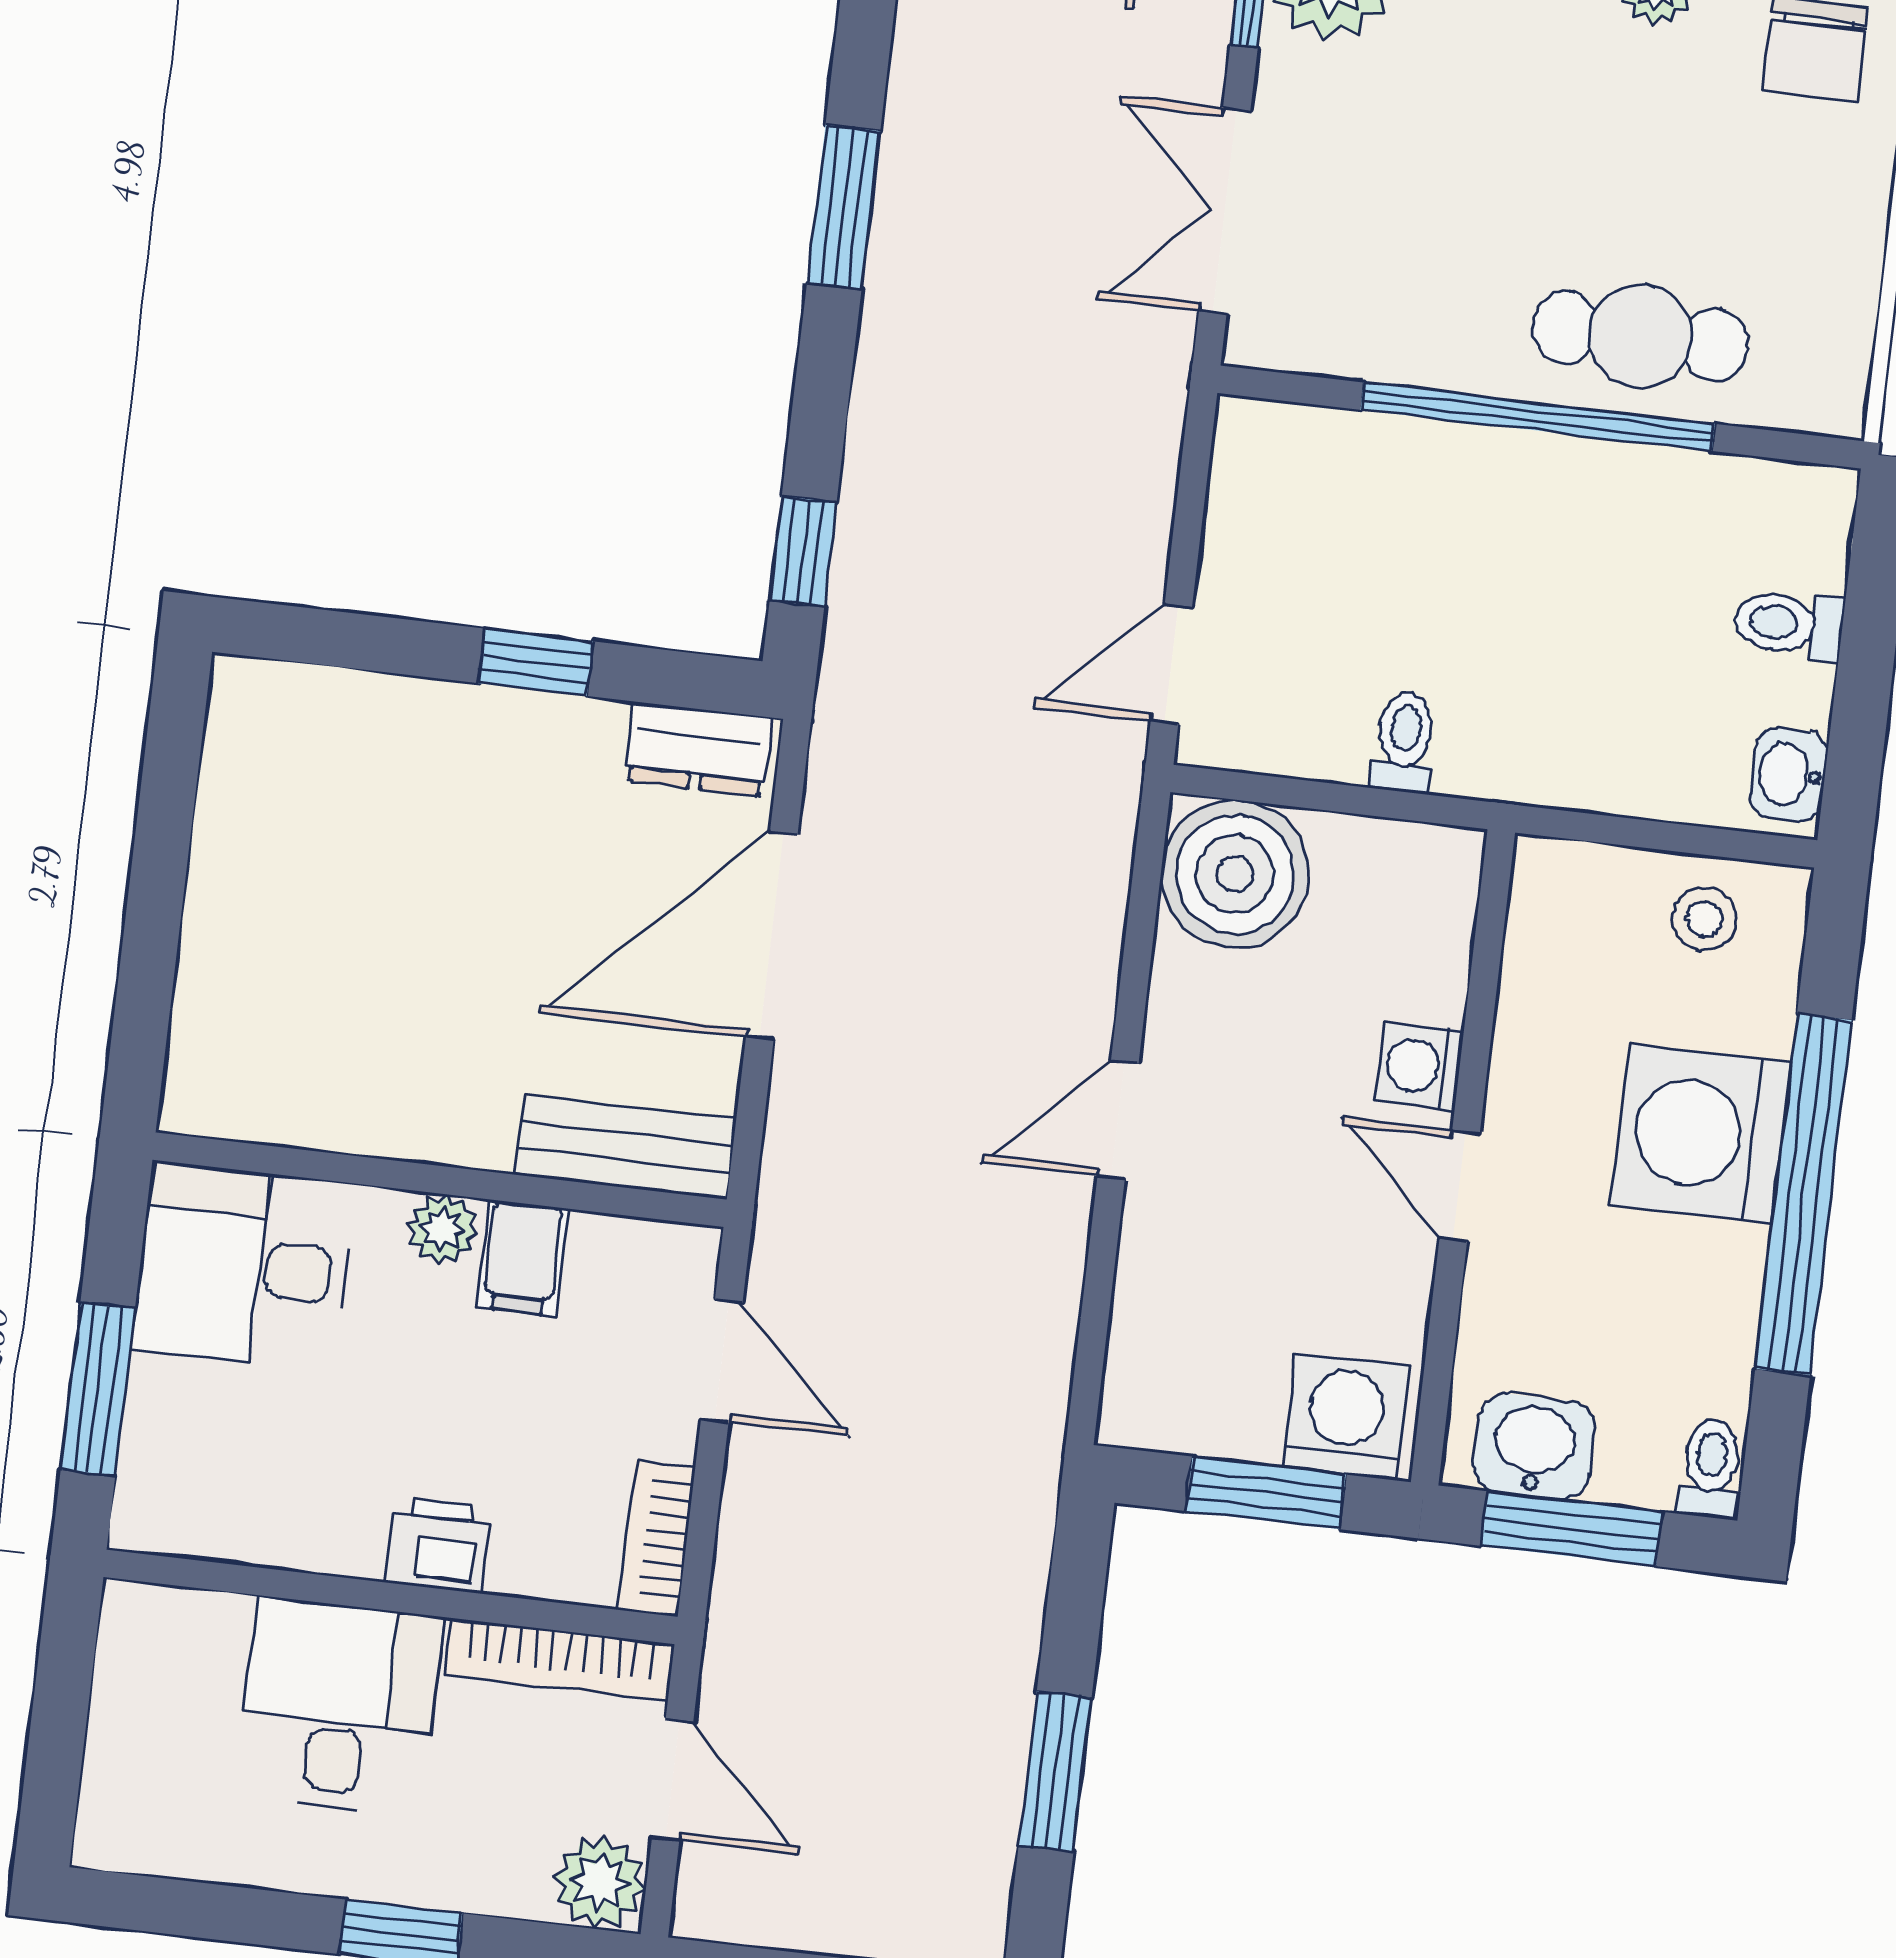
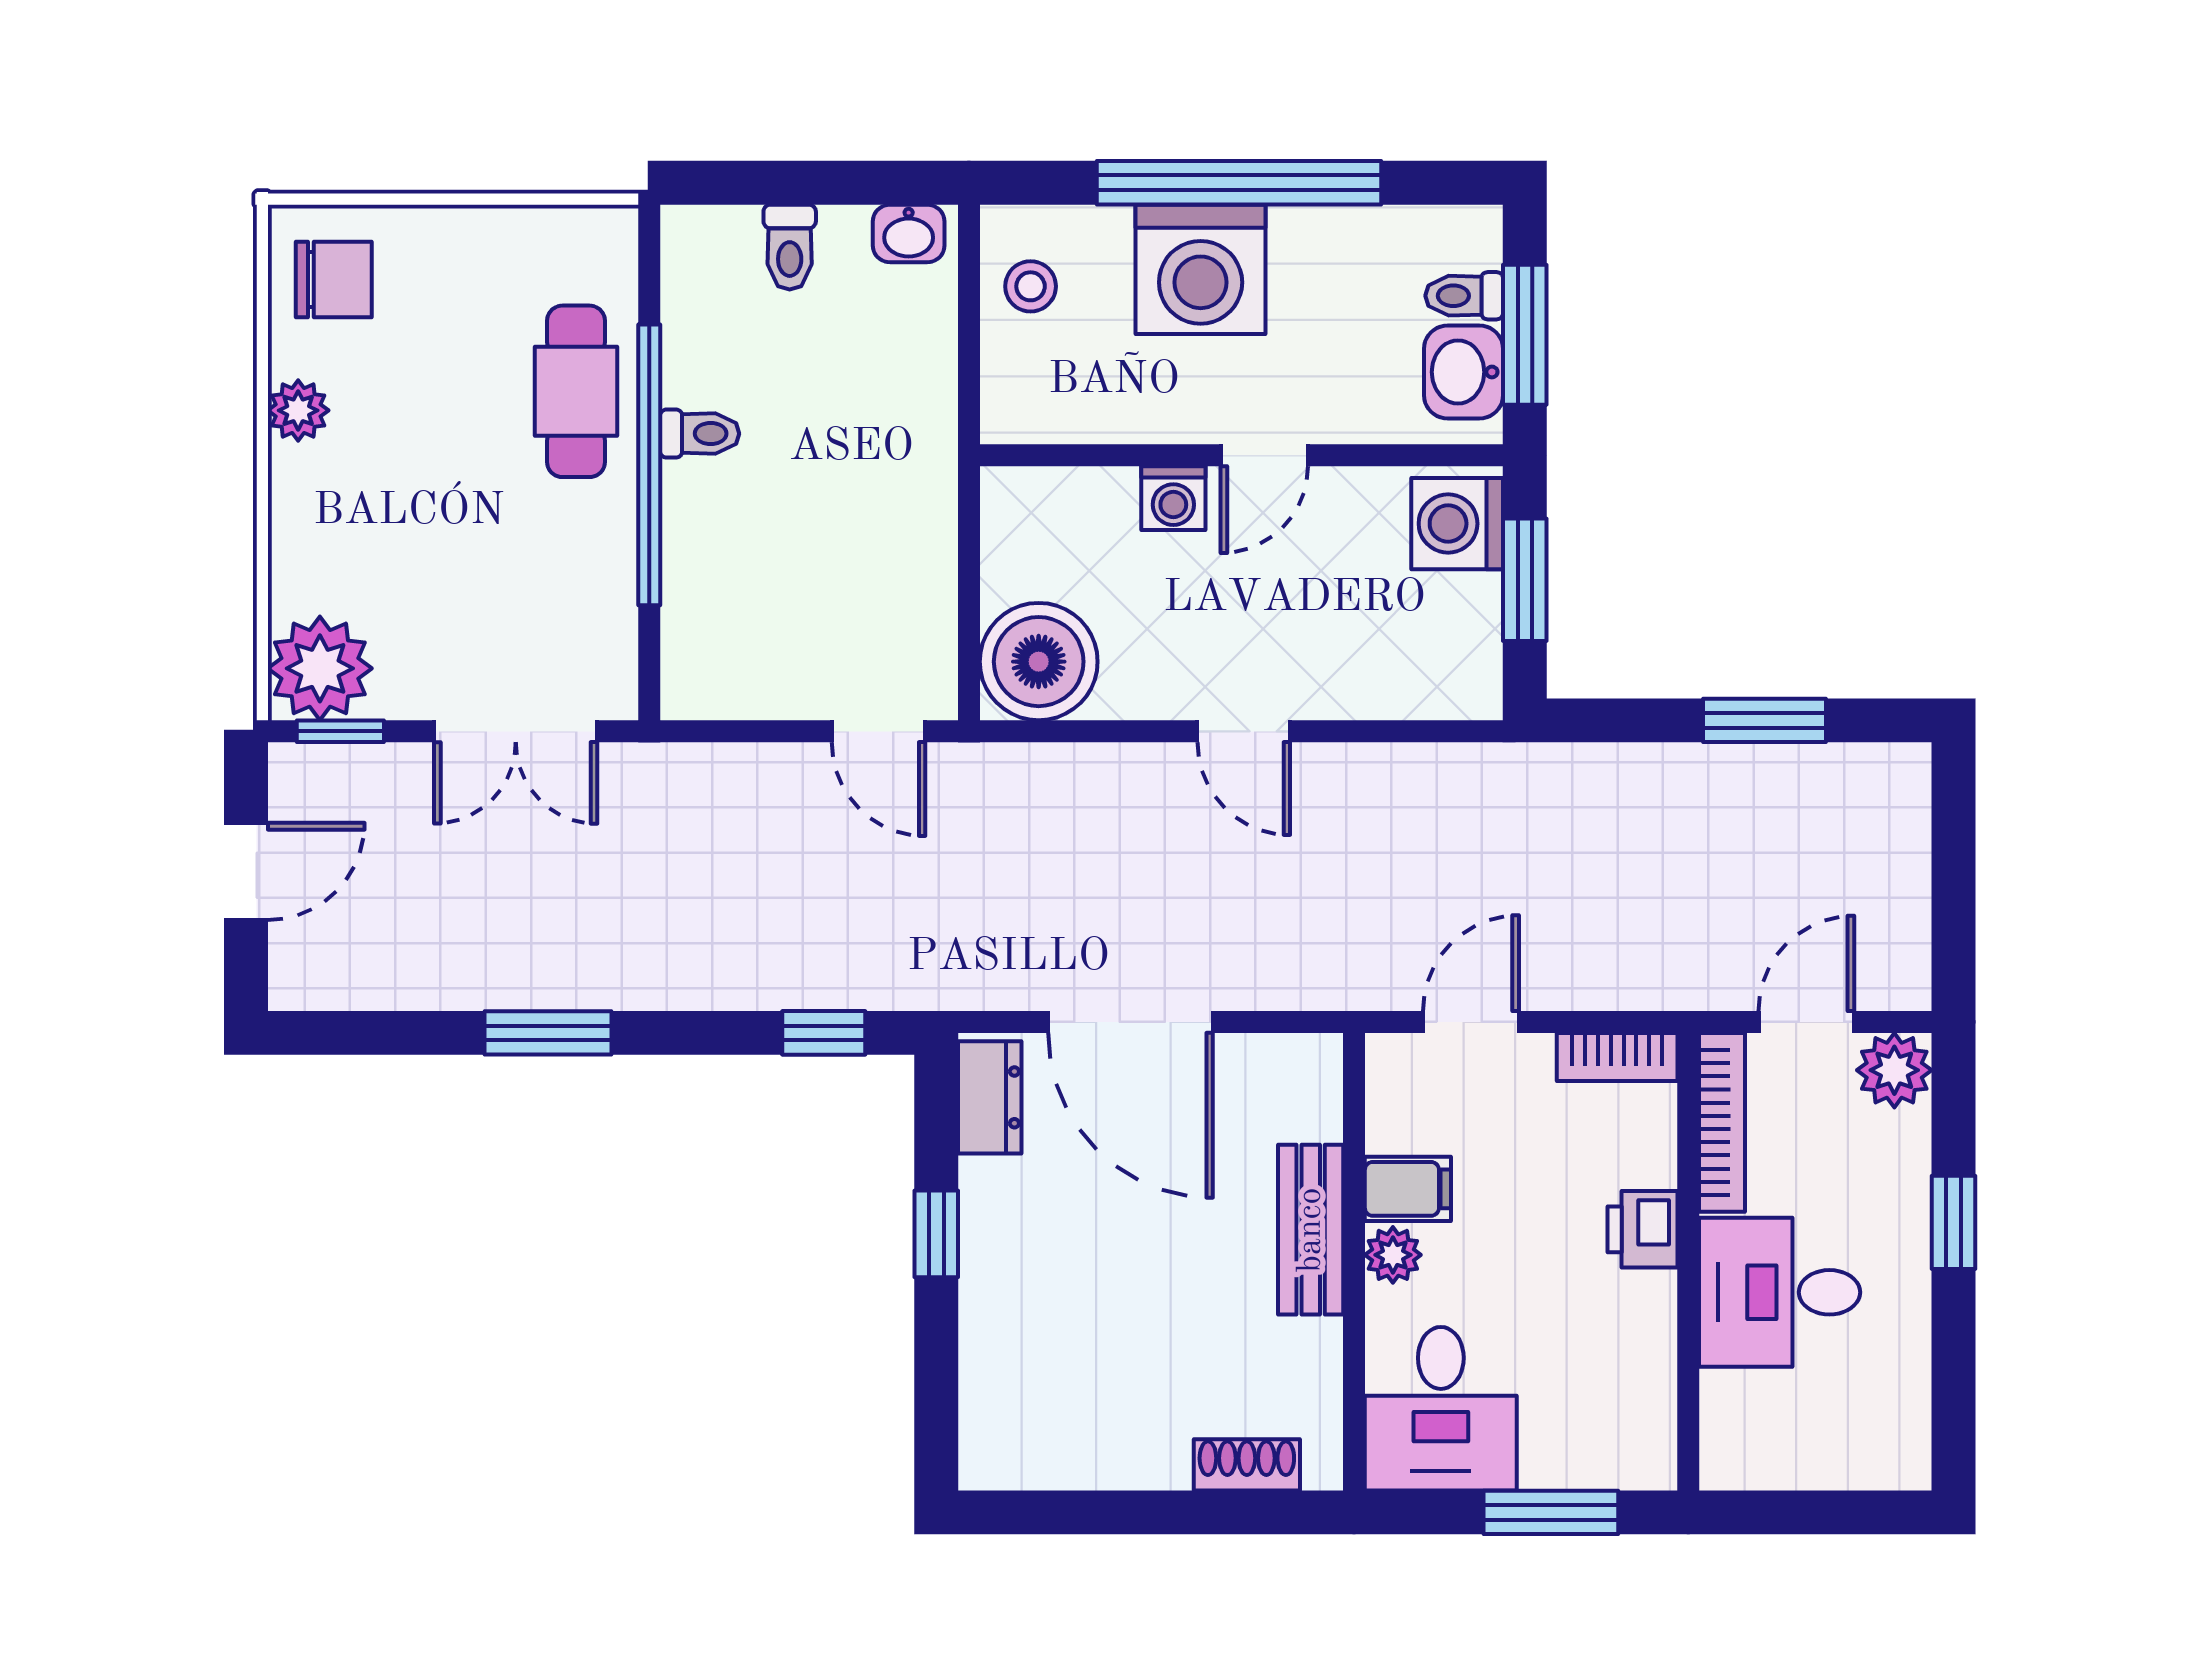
toilet: (1404, 742) -> (700, 434), moved, turned 180
shoe rack: (202, 1016) -> (1247, 1465), added
bench: (626, 1147) -> (1311, 1230), moved
toilet: (1710, 1468) -> (1464, 296), moved

